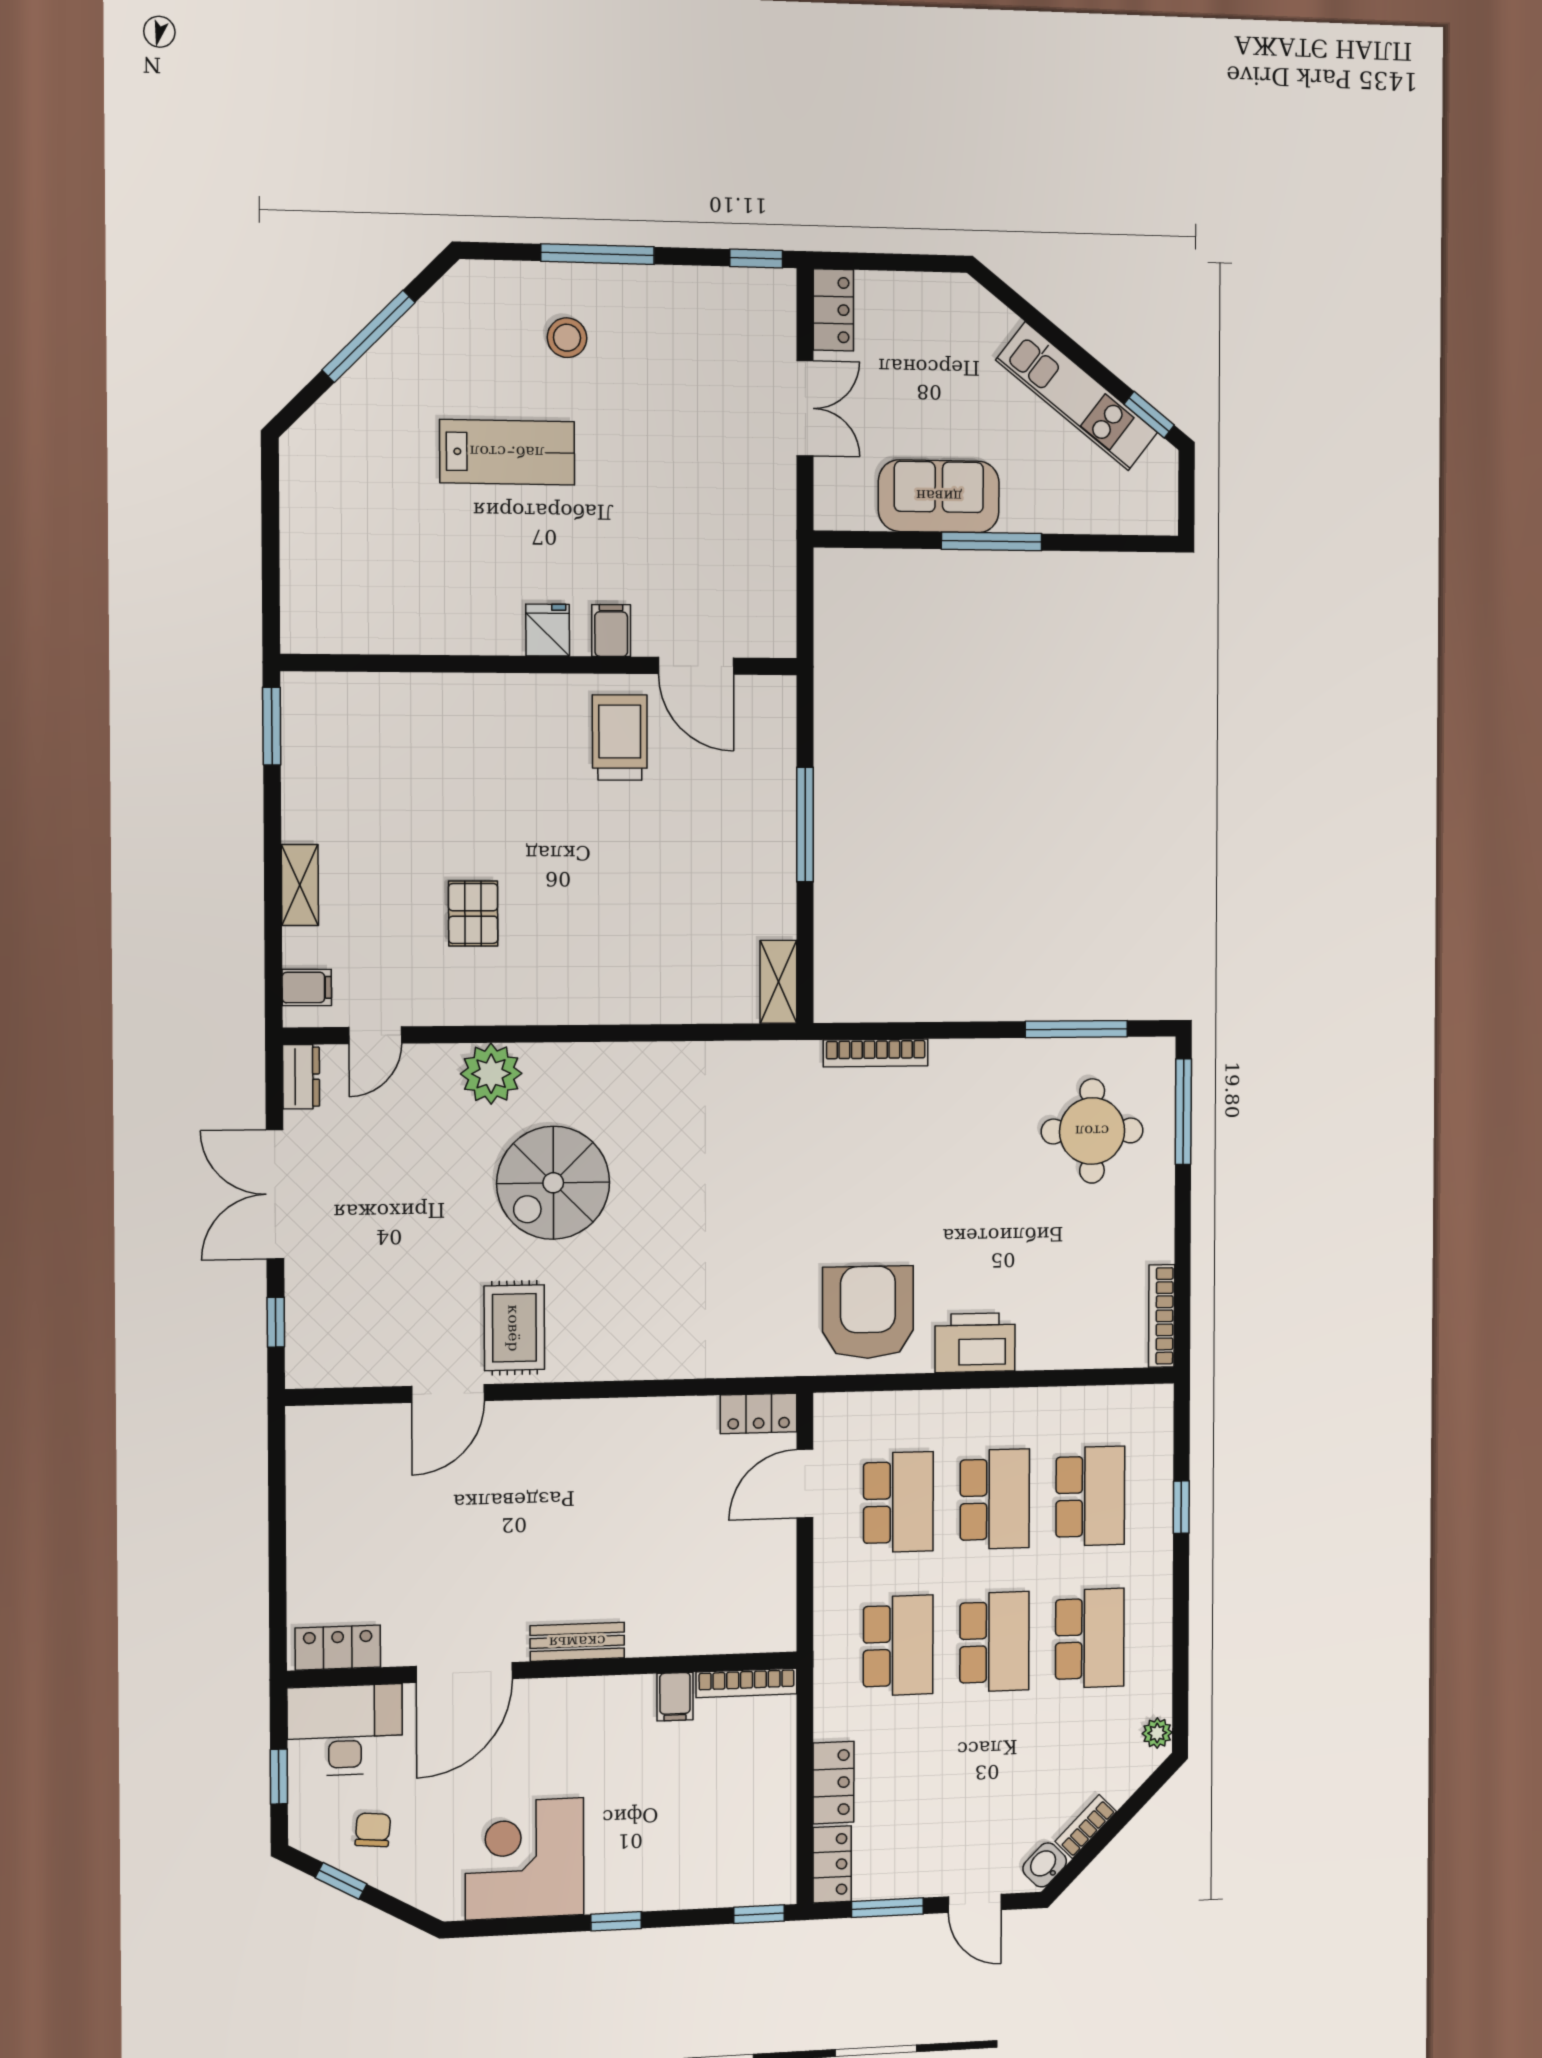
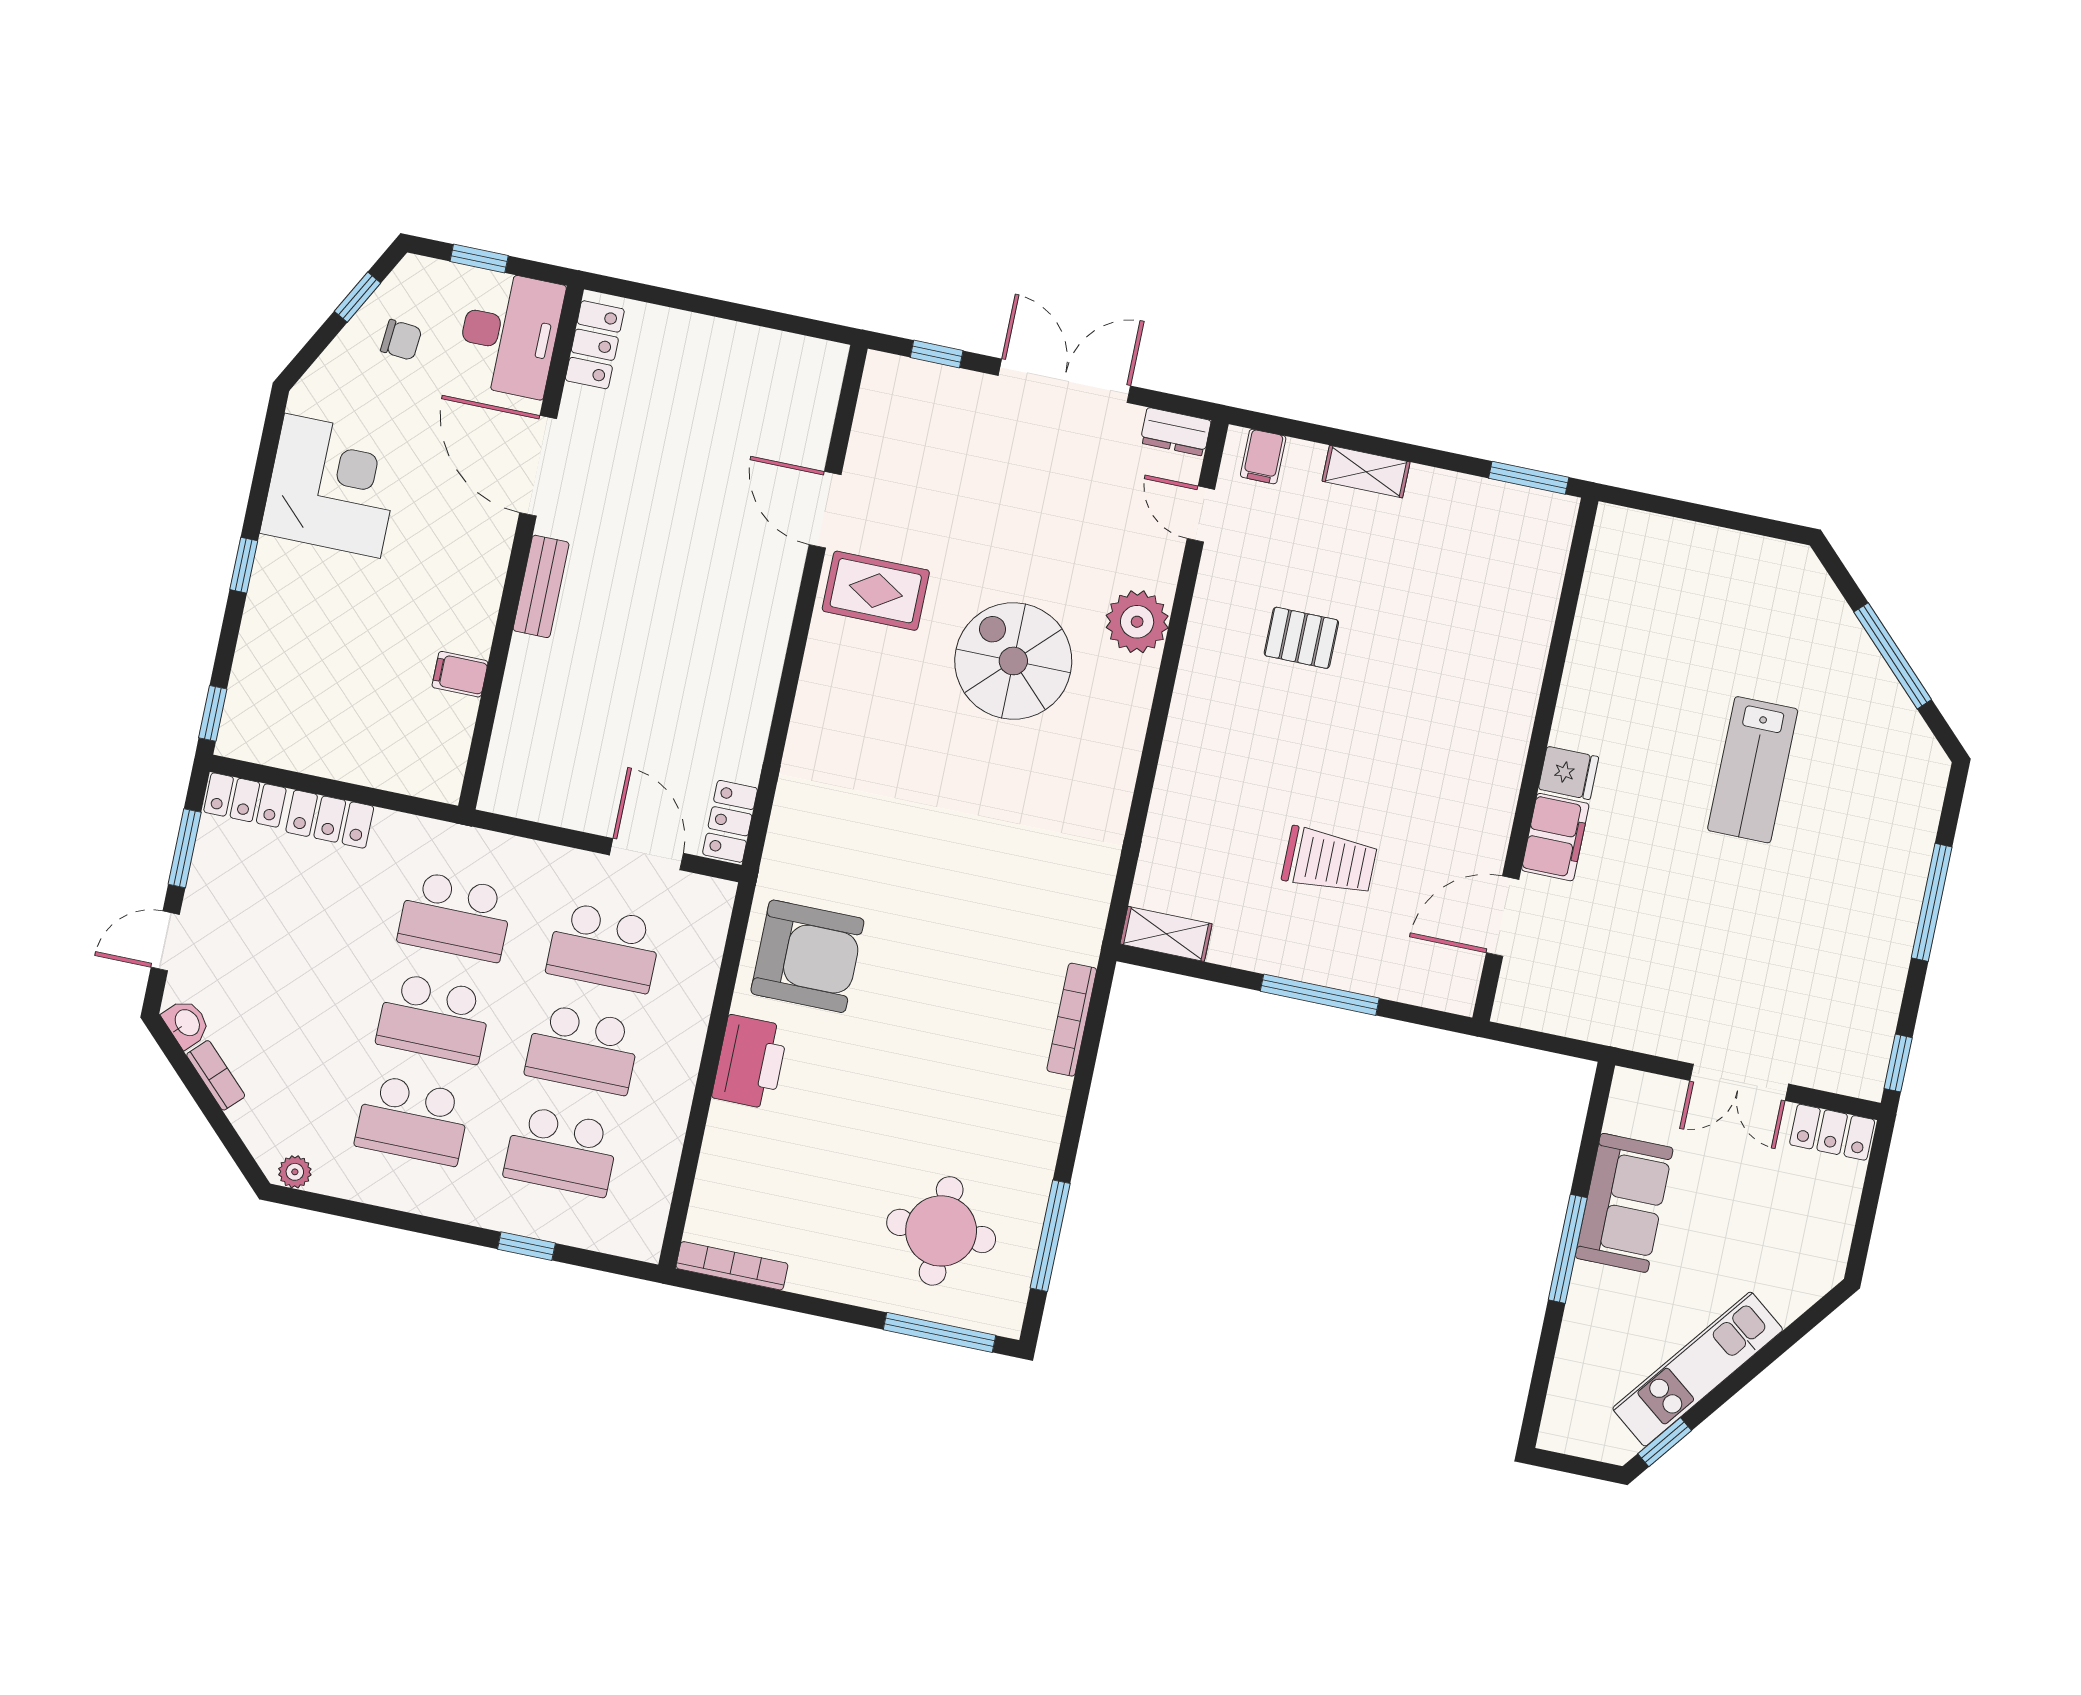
stool: (567, 338) -> (1855, 854), removed
filing cabinet: (611, 631) -> (1555, 837), width x2.00
trolley: (620, 738) -> (1329, 861), moved
bookcase: (747, 1683) -> (456, 751), removed

